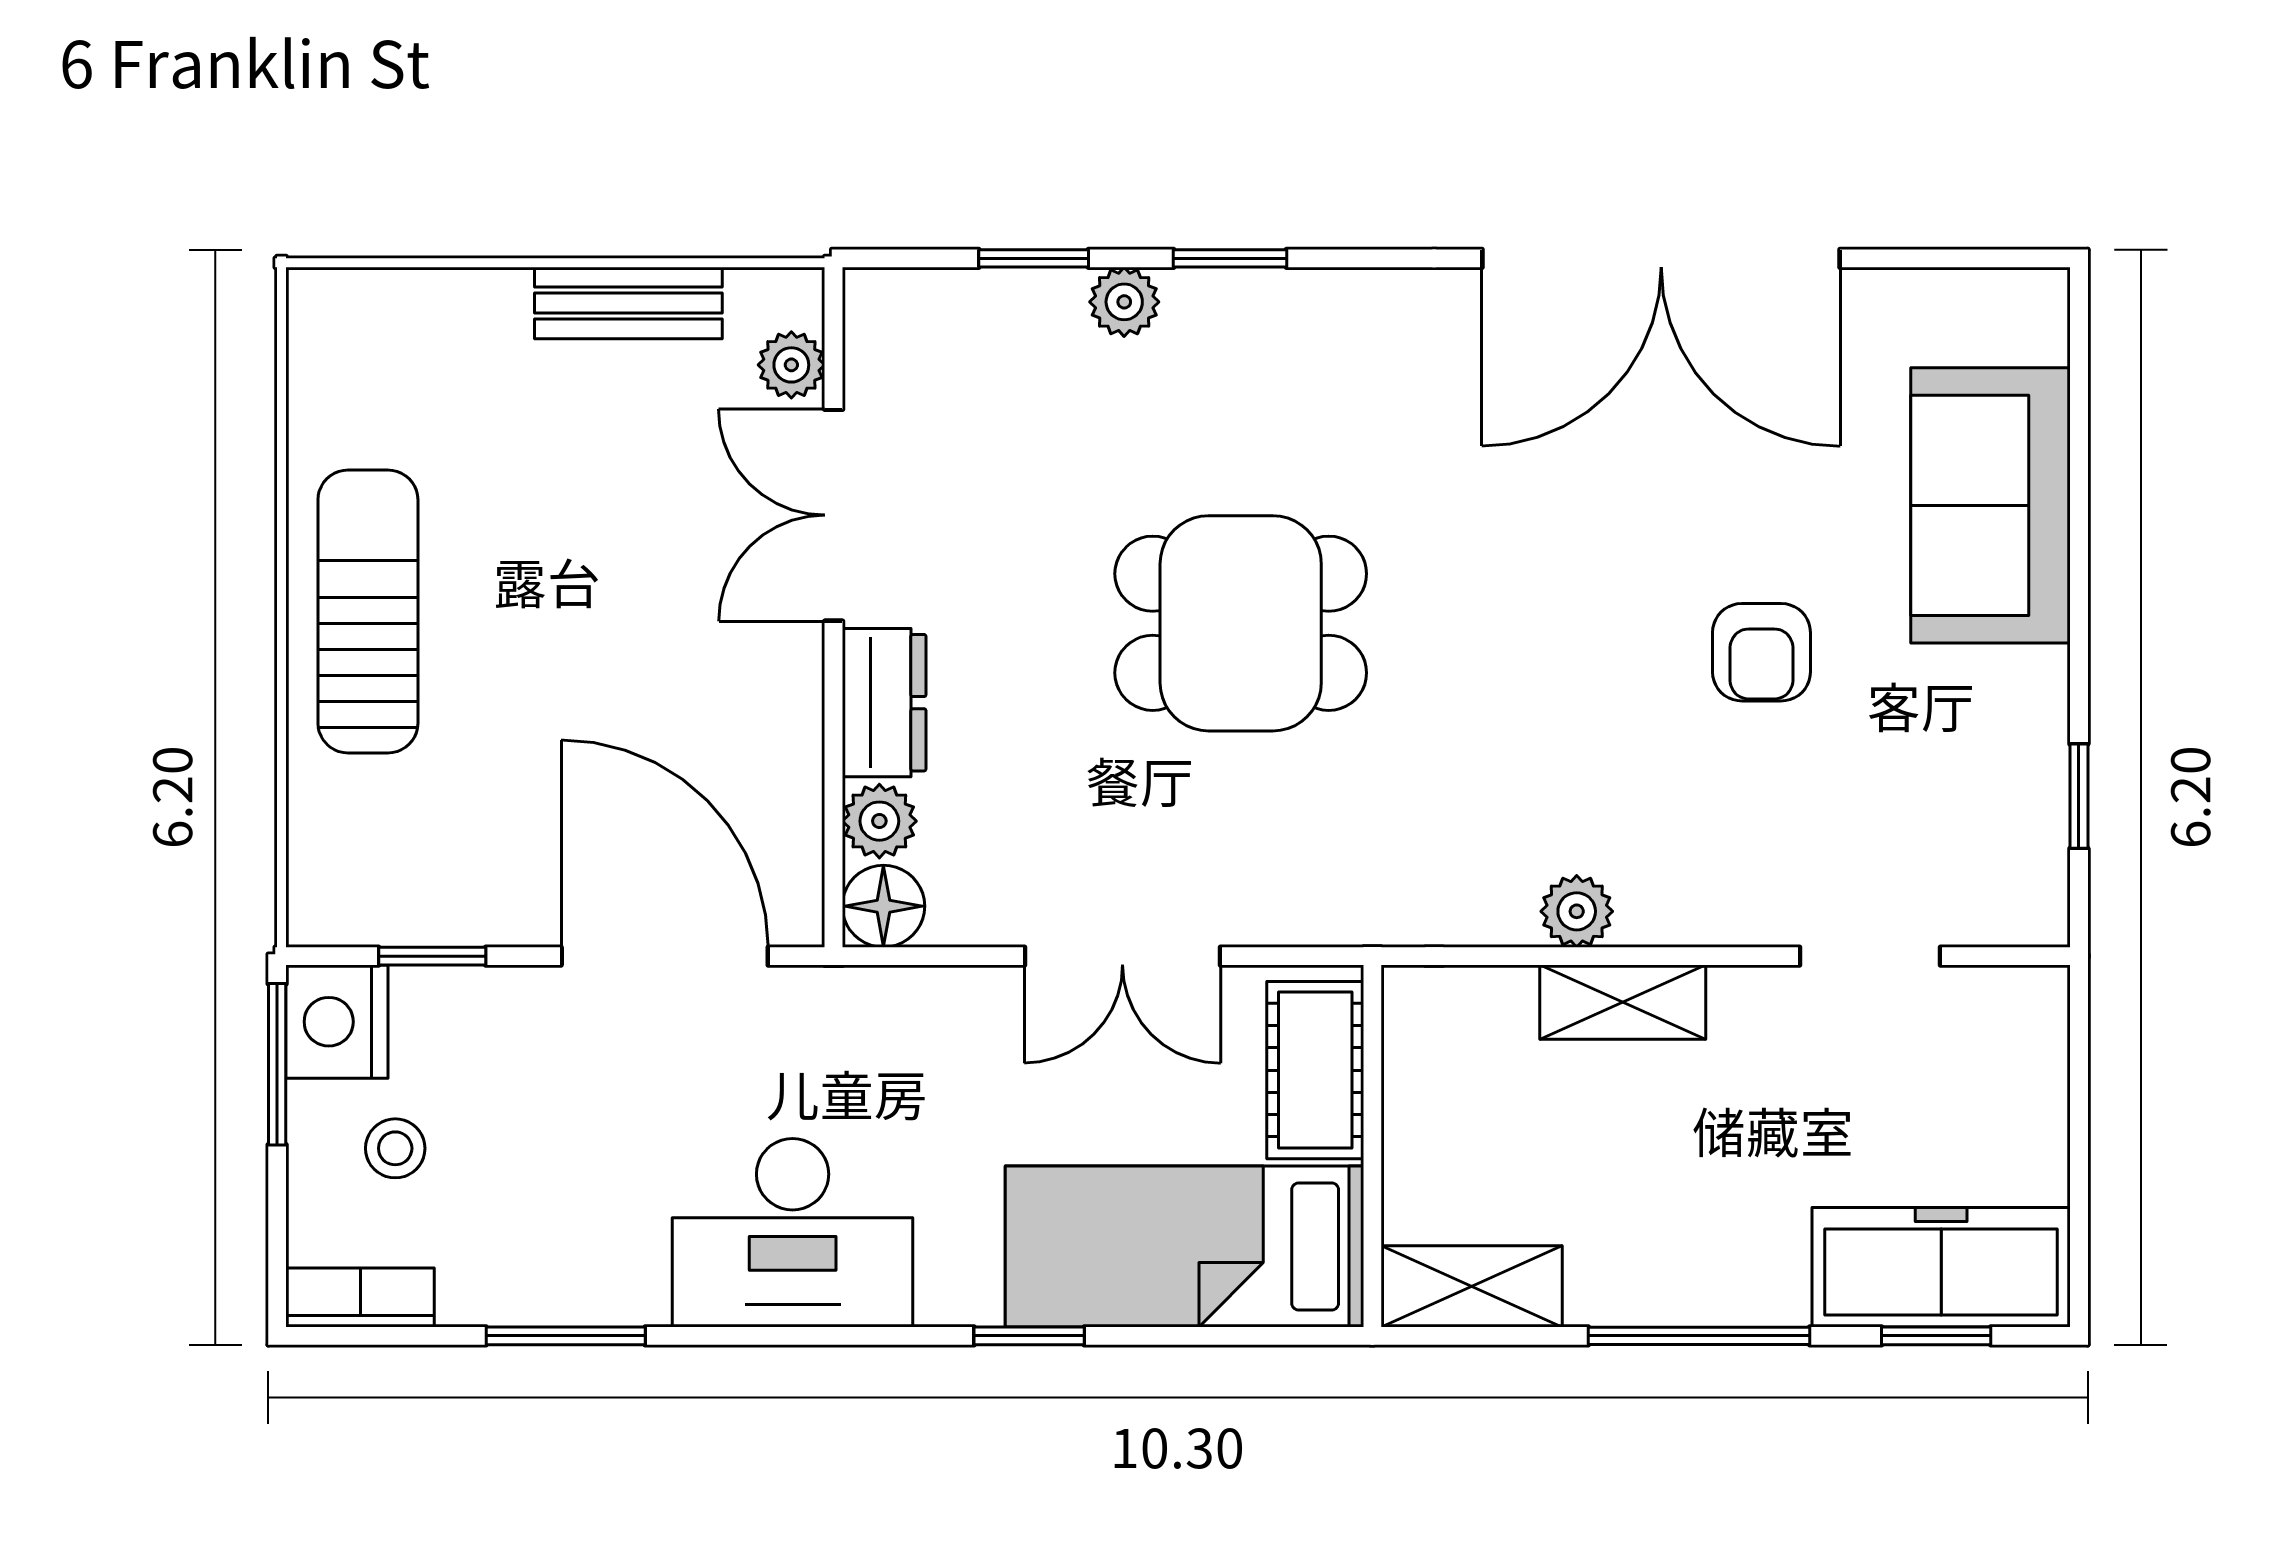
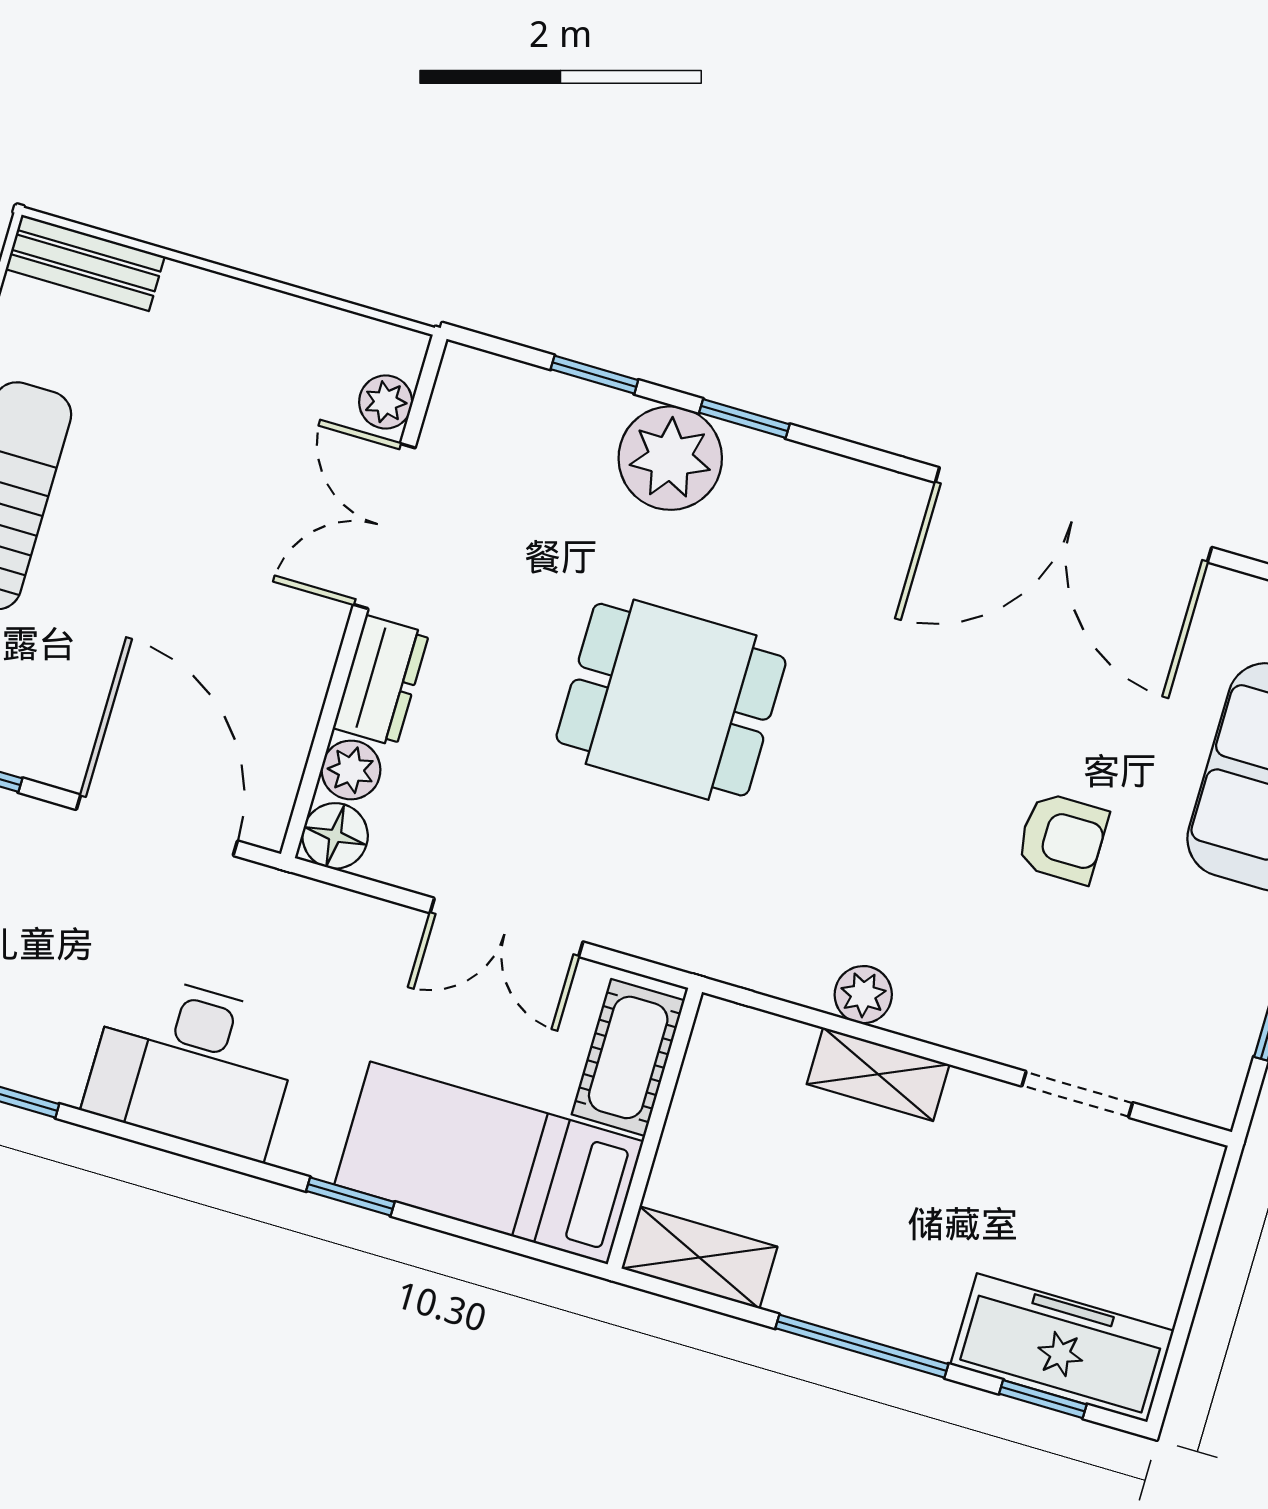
plant: (1124, 302) -> (670, 458), width x1.88, depth x1.88
bench: (628, 303) -> (85, 263), moved
armchair: (1761, 652) -> (1062, 838), turned -90

